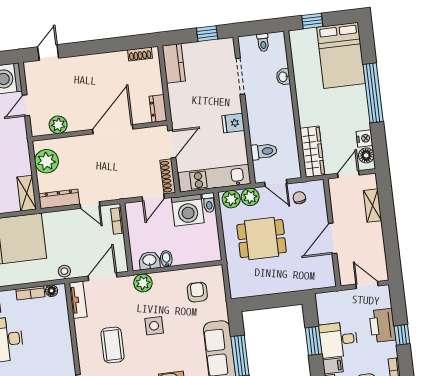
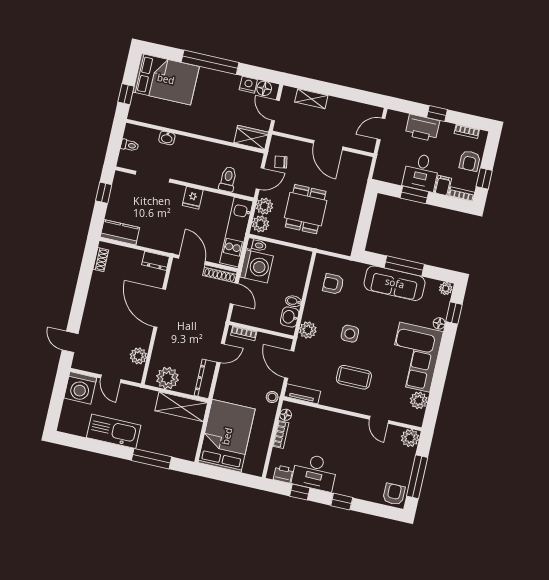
wardrobe: (312, 152) -> (251, 137), width x0.67
shelving: (27, 193) -> (181, 407), width x1.50, depth x1.33

